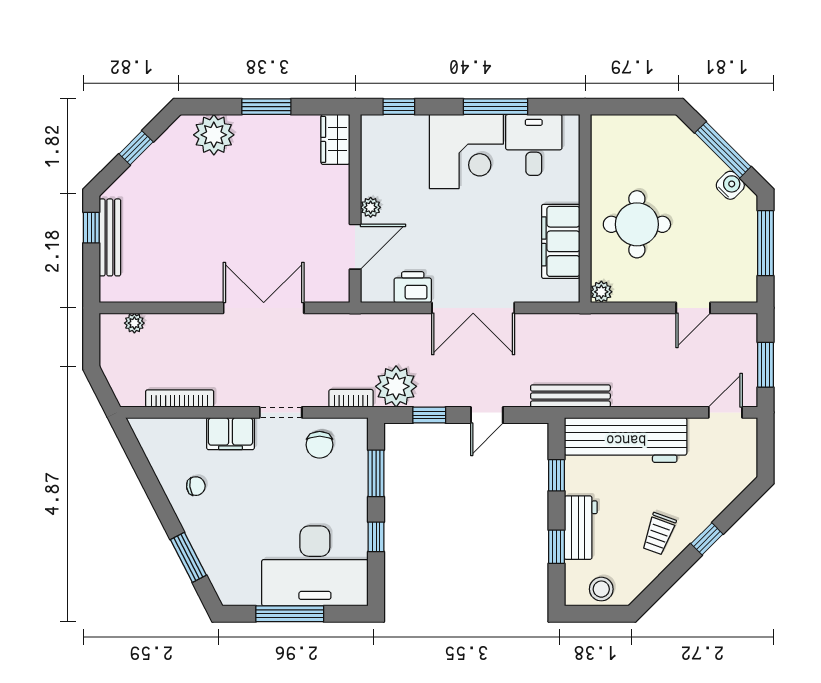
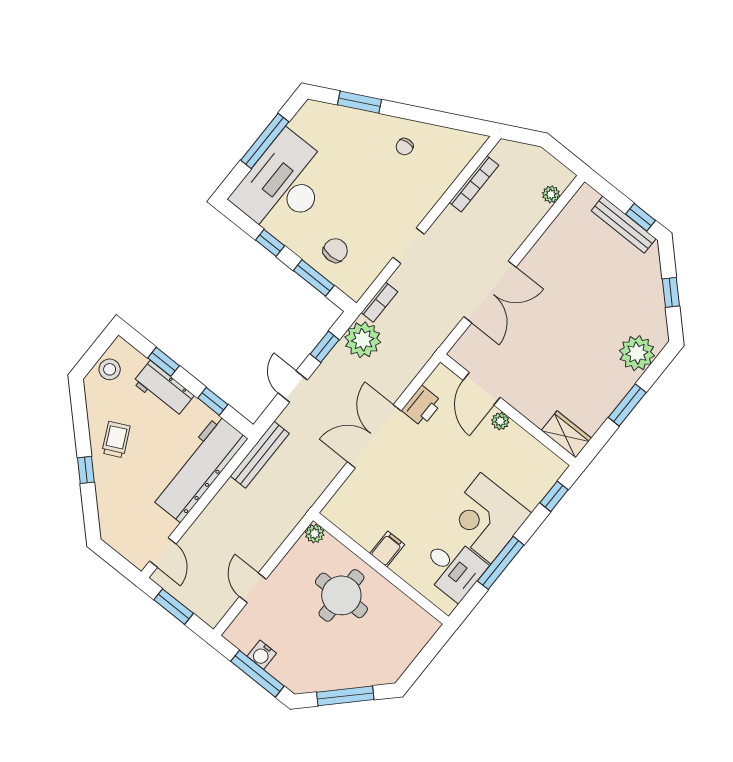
water cooler: (730, 185) -> (262, 655), moved, turned 45
filing cabinet: (561, 241) -> (387, 549), width x0.33, depth x0.86
filing cabinet: (231, 434) -> (422, 200), removed
chair: (320, 445) -> (335, 250), moved, turned 90
trolley: (659, 534) -> (116, 440), turned 44

